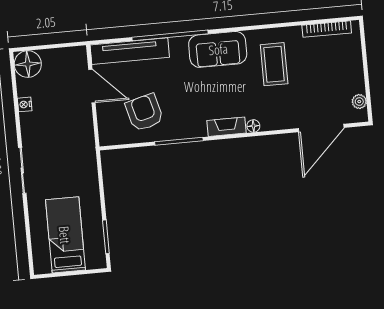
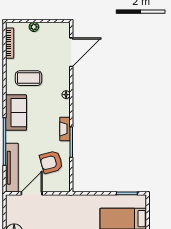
plant: (359, 102) -> (34, 27), moved
fireplace: (226, 127) -> (65, 129), moved
door: (321, 128) -> (71, 52), hinge flipped

